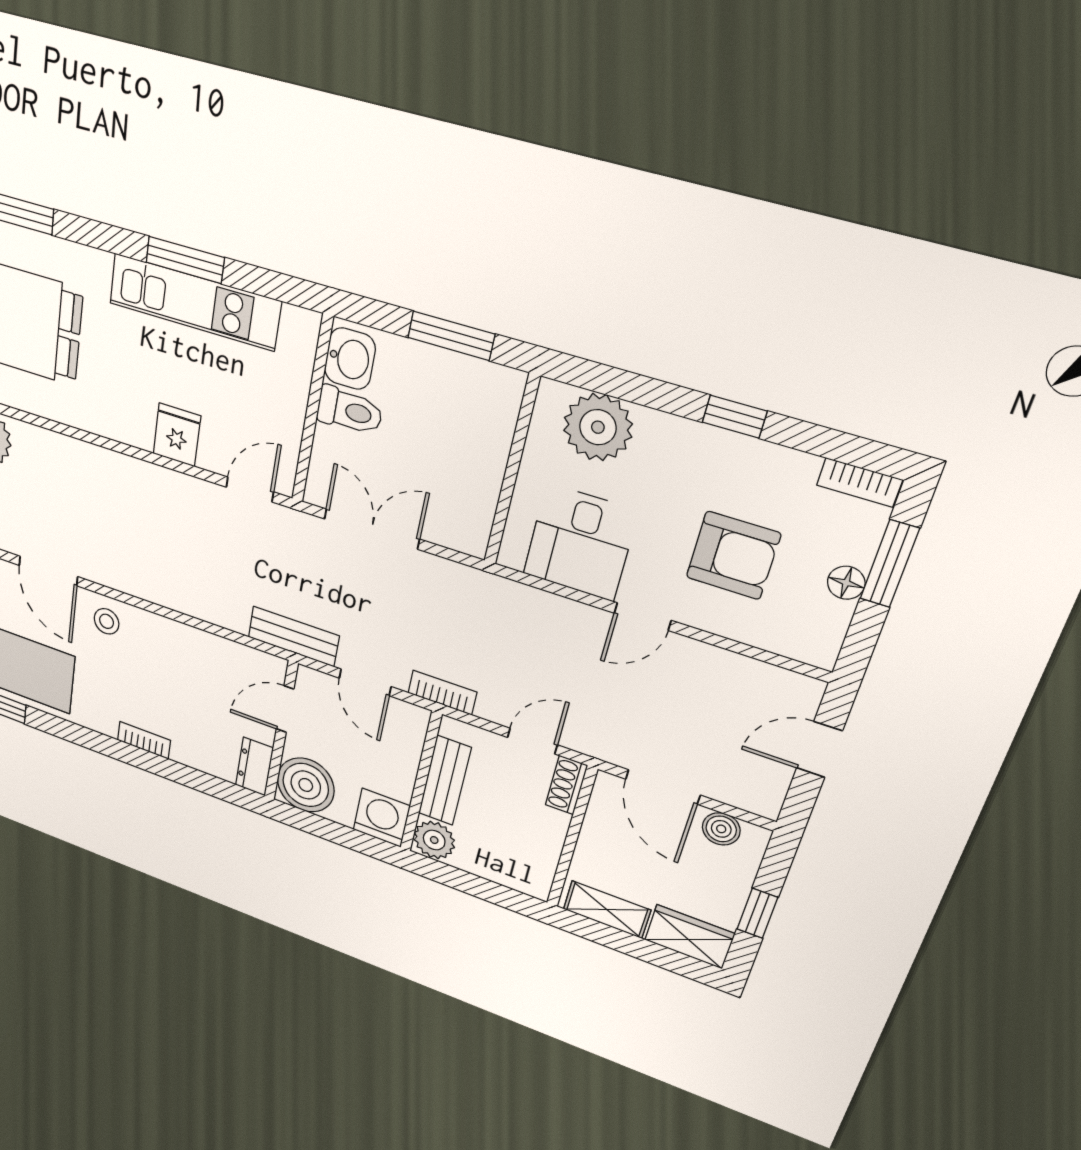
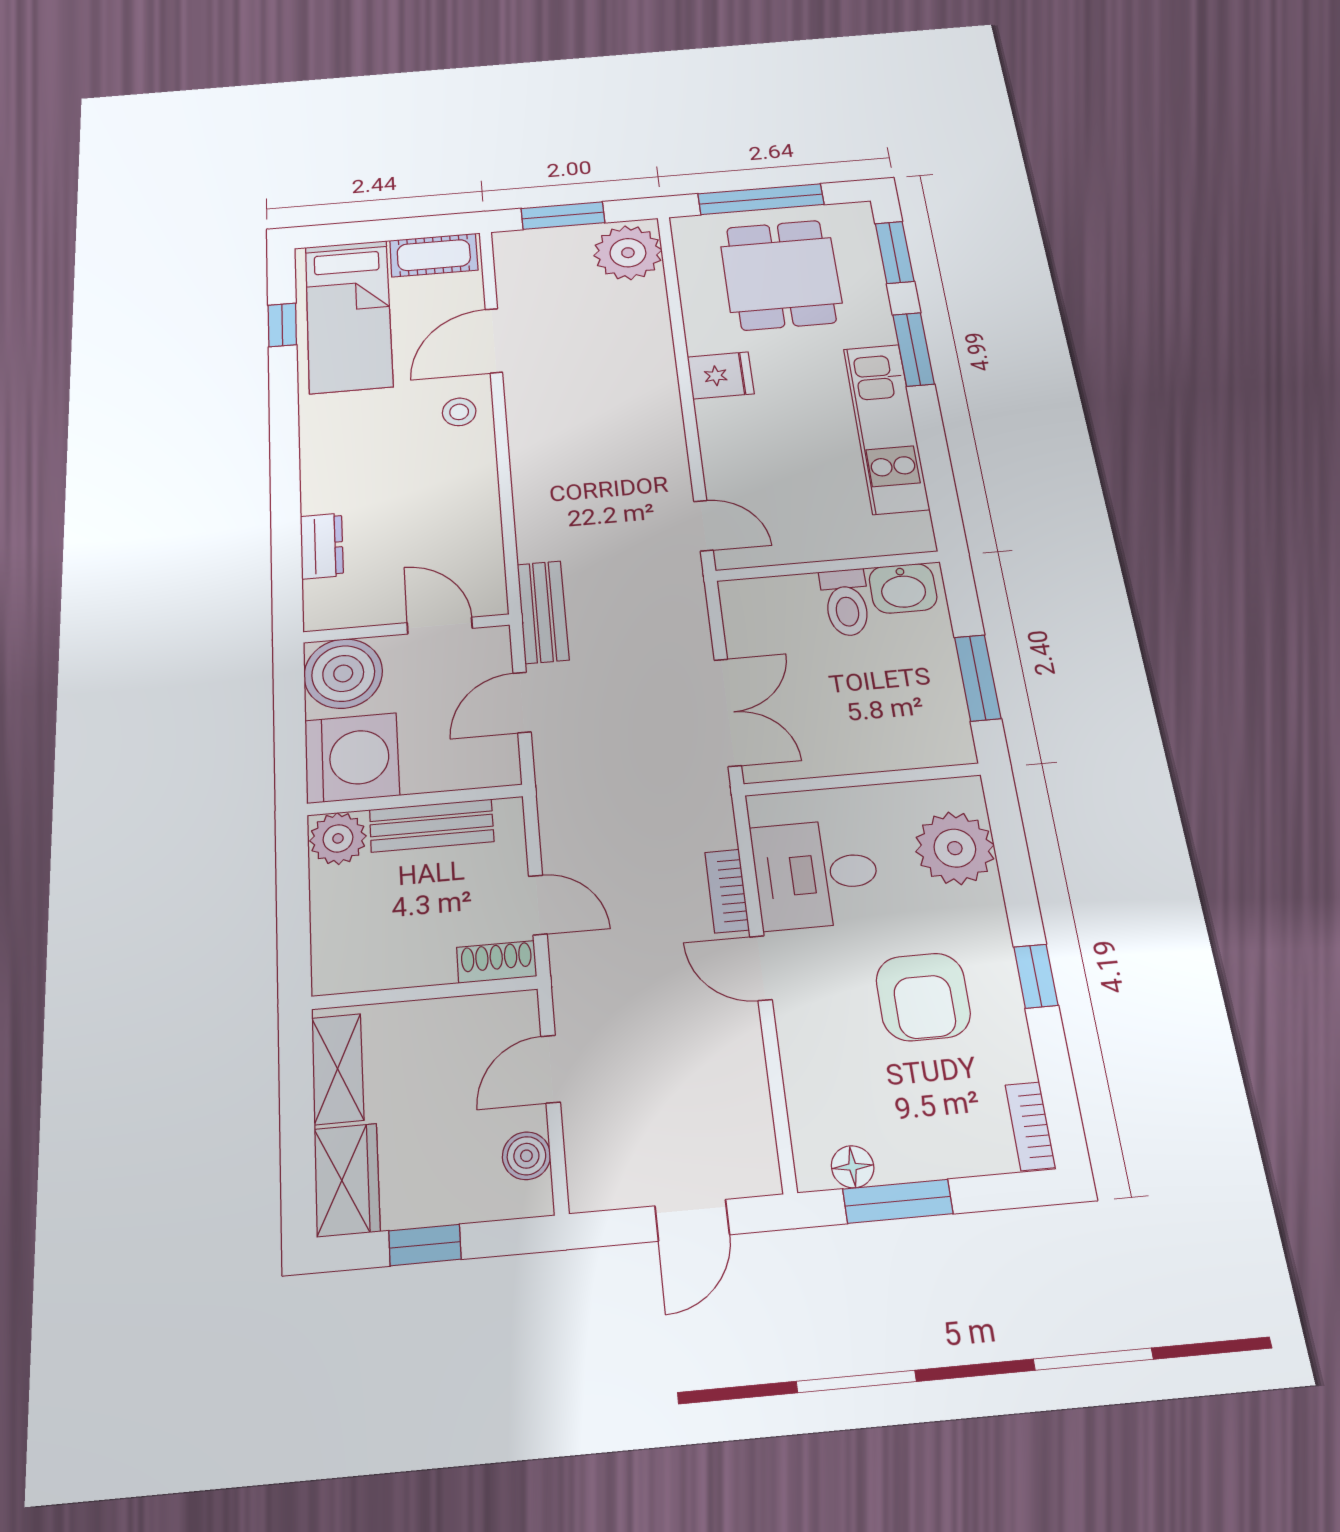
window: (185, 260) -> (913, 349), moved
fridge: (177, 435) -> (721, 375), moved
double door: (372, 529) -> (728, 712), moved
armchair: (733, 555) -> (923, 997), moved
window: (890, 564) -> (898, 1201), moved
floor lamp: (846, 583) -> (853, 1167), moved
bookcase: (442, 693) -> (727, 891), moved, turned 180
bookcase: (144, 740) -> (314, 482), removed
door: (819, 750) -> (692, 1220), swing flipped
dresser: (254, 767) -> (322, 546), moved, turned 90
door: (663, 787) -> (551, 1069), width x0.73
washing machine: (382, 818) -> (352, 758), width x1.37, depth x1.37

